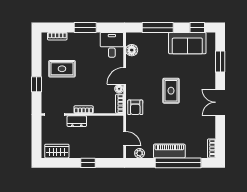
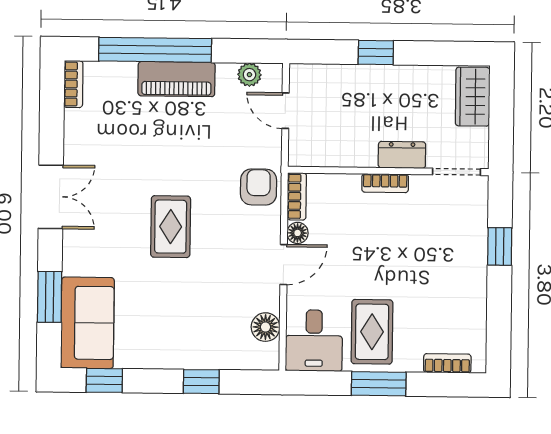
window: (158, 28) -> (201, 382), width x0.46
sofa: (187, 43) -> (87, 323), moved, turned 90
rug: (62, 69) -> (372, 332), moved, turned 90
wardrobe: (57, 151) -> (473, 97), moved, turned 90

